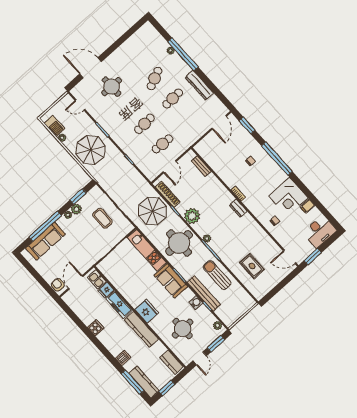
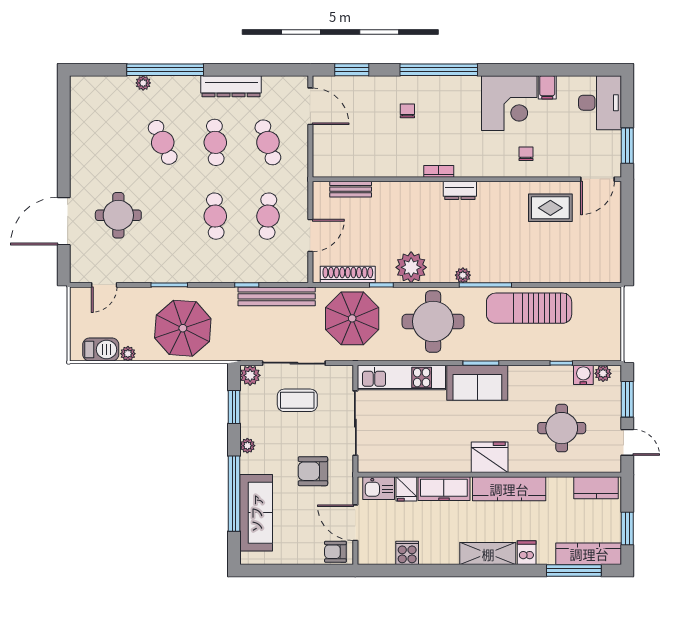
cafe table: (191, 119) -> (268, 142), added
door: (170, 167) -> (310, 236), hinge flipped
plant: (76, 209) -> (250, 375), moved
armchair: (81, 249) -> (313, 471), added
rug: (252, 266) -> (550, 208), moved
sun lounger: (217, 275) -> (529, 308), width x1.36, depth x1.34
bench: (204, 293) -> (277, 296), moved
water cooler: (196, 303) -> (583, 375), moved
cooker: (96, 328) -> (407, 553), moved
shelving: (109, 343) -> (488, 554), added

